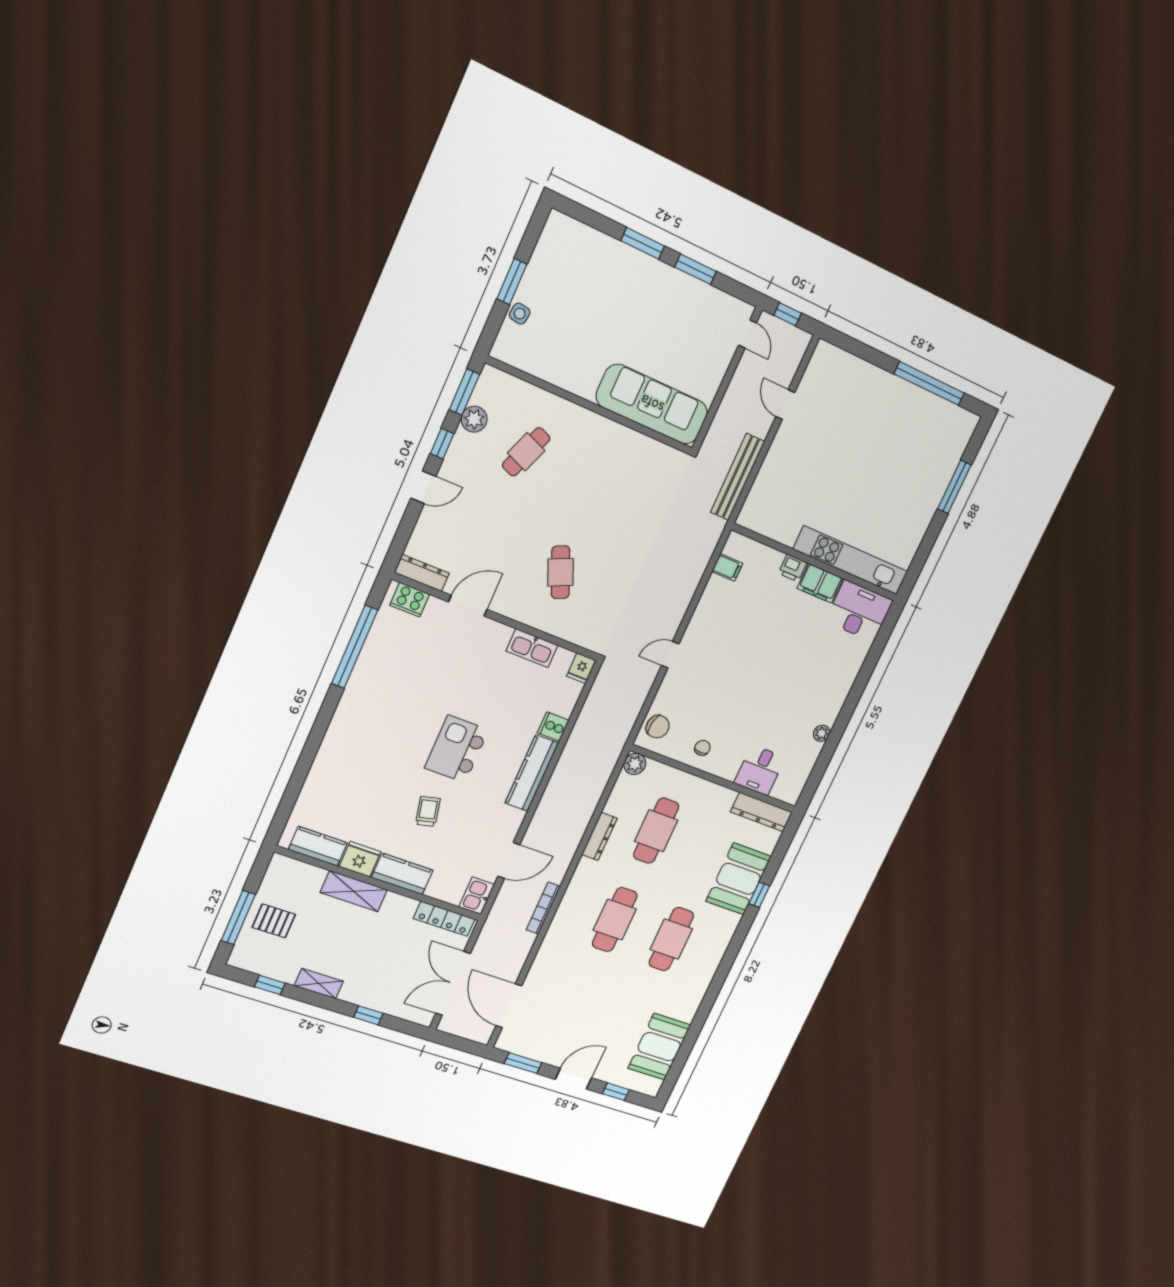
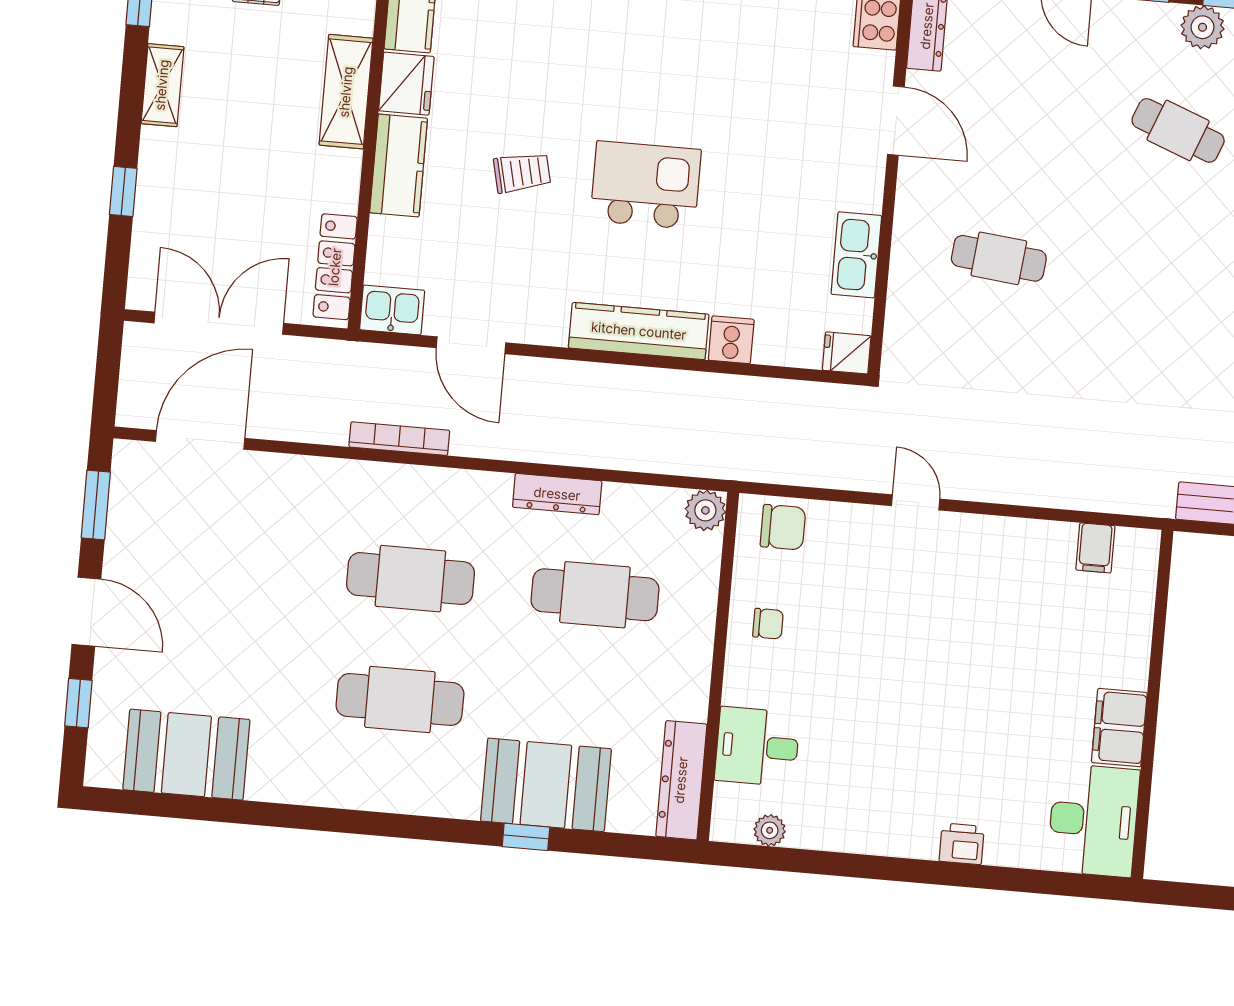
kitchen unit: (851, 560) -> (1176, 768), removed
printer: (793, 568) -> (962, 844), moved, turned 90
cafe table: (560, 572) -> (999, 258), turned 30
chair: (658, 727) -> (783, 527), turned -100
plant: (822, 733) -> (770, 830), moved

